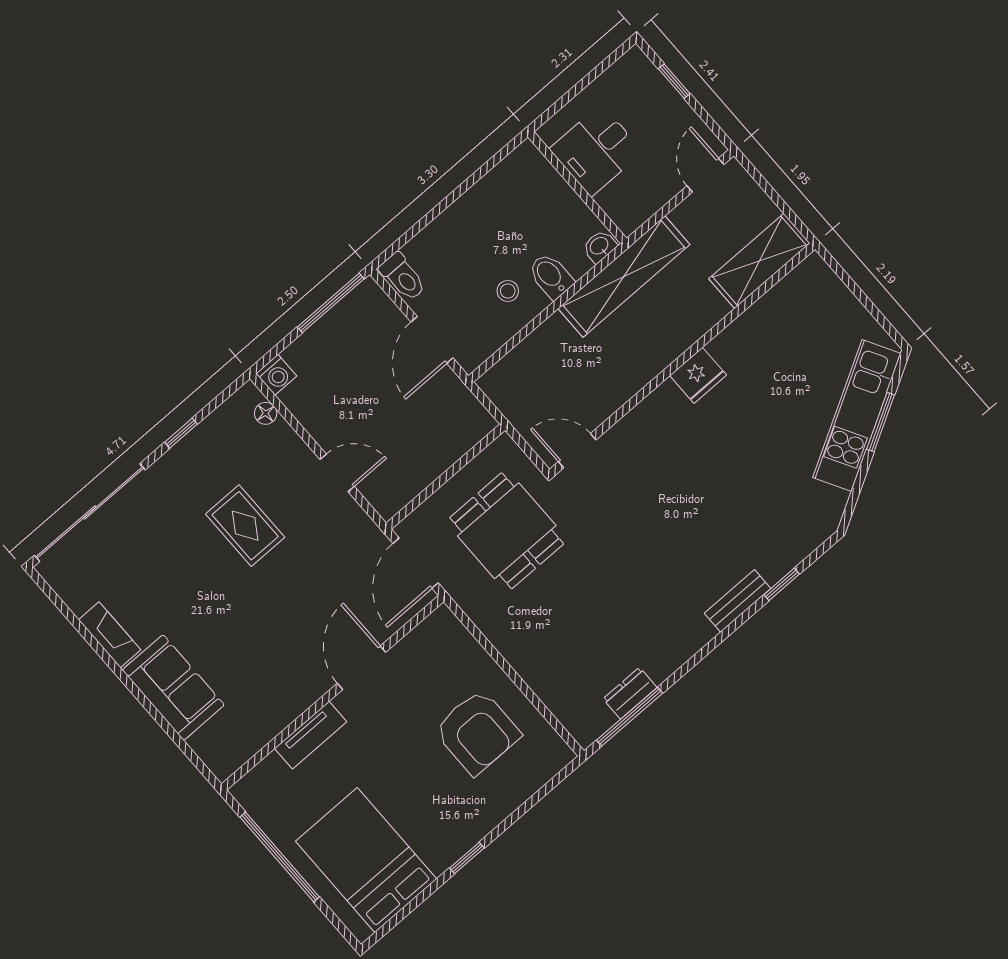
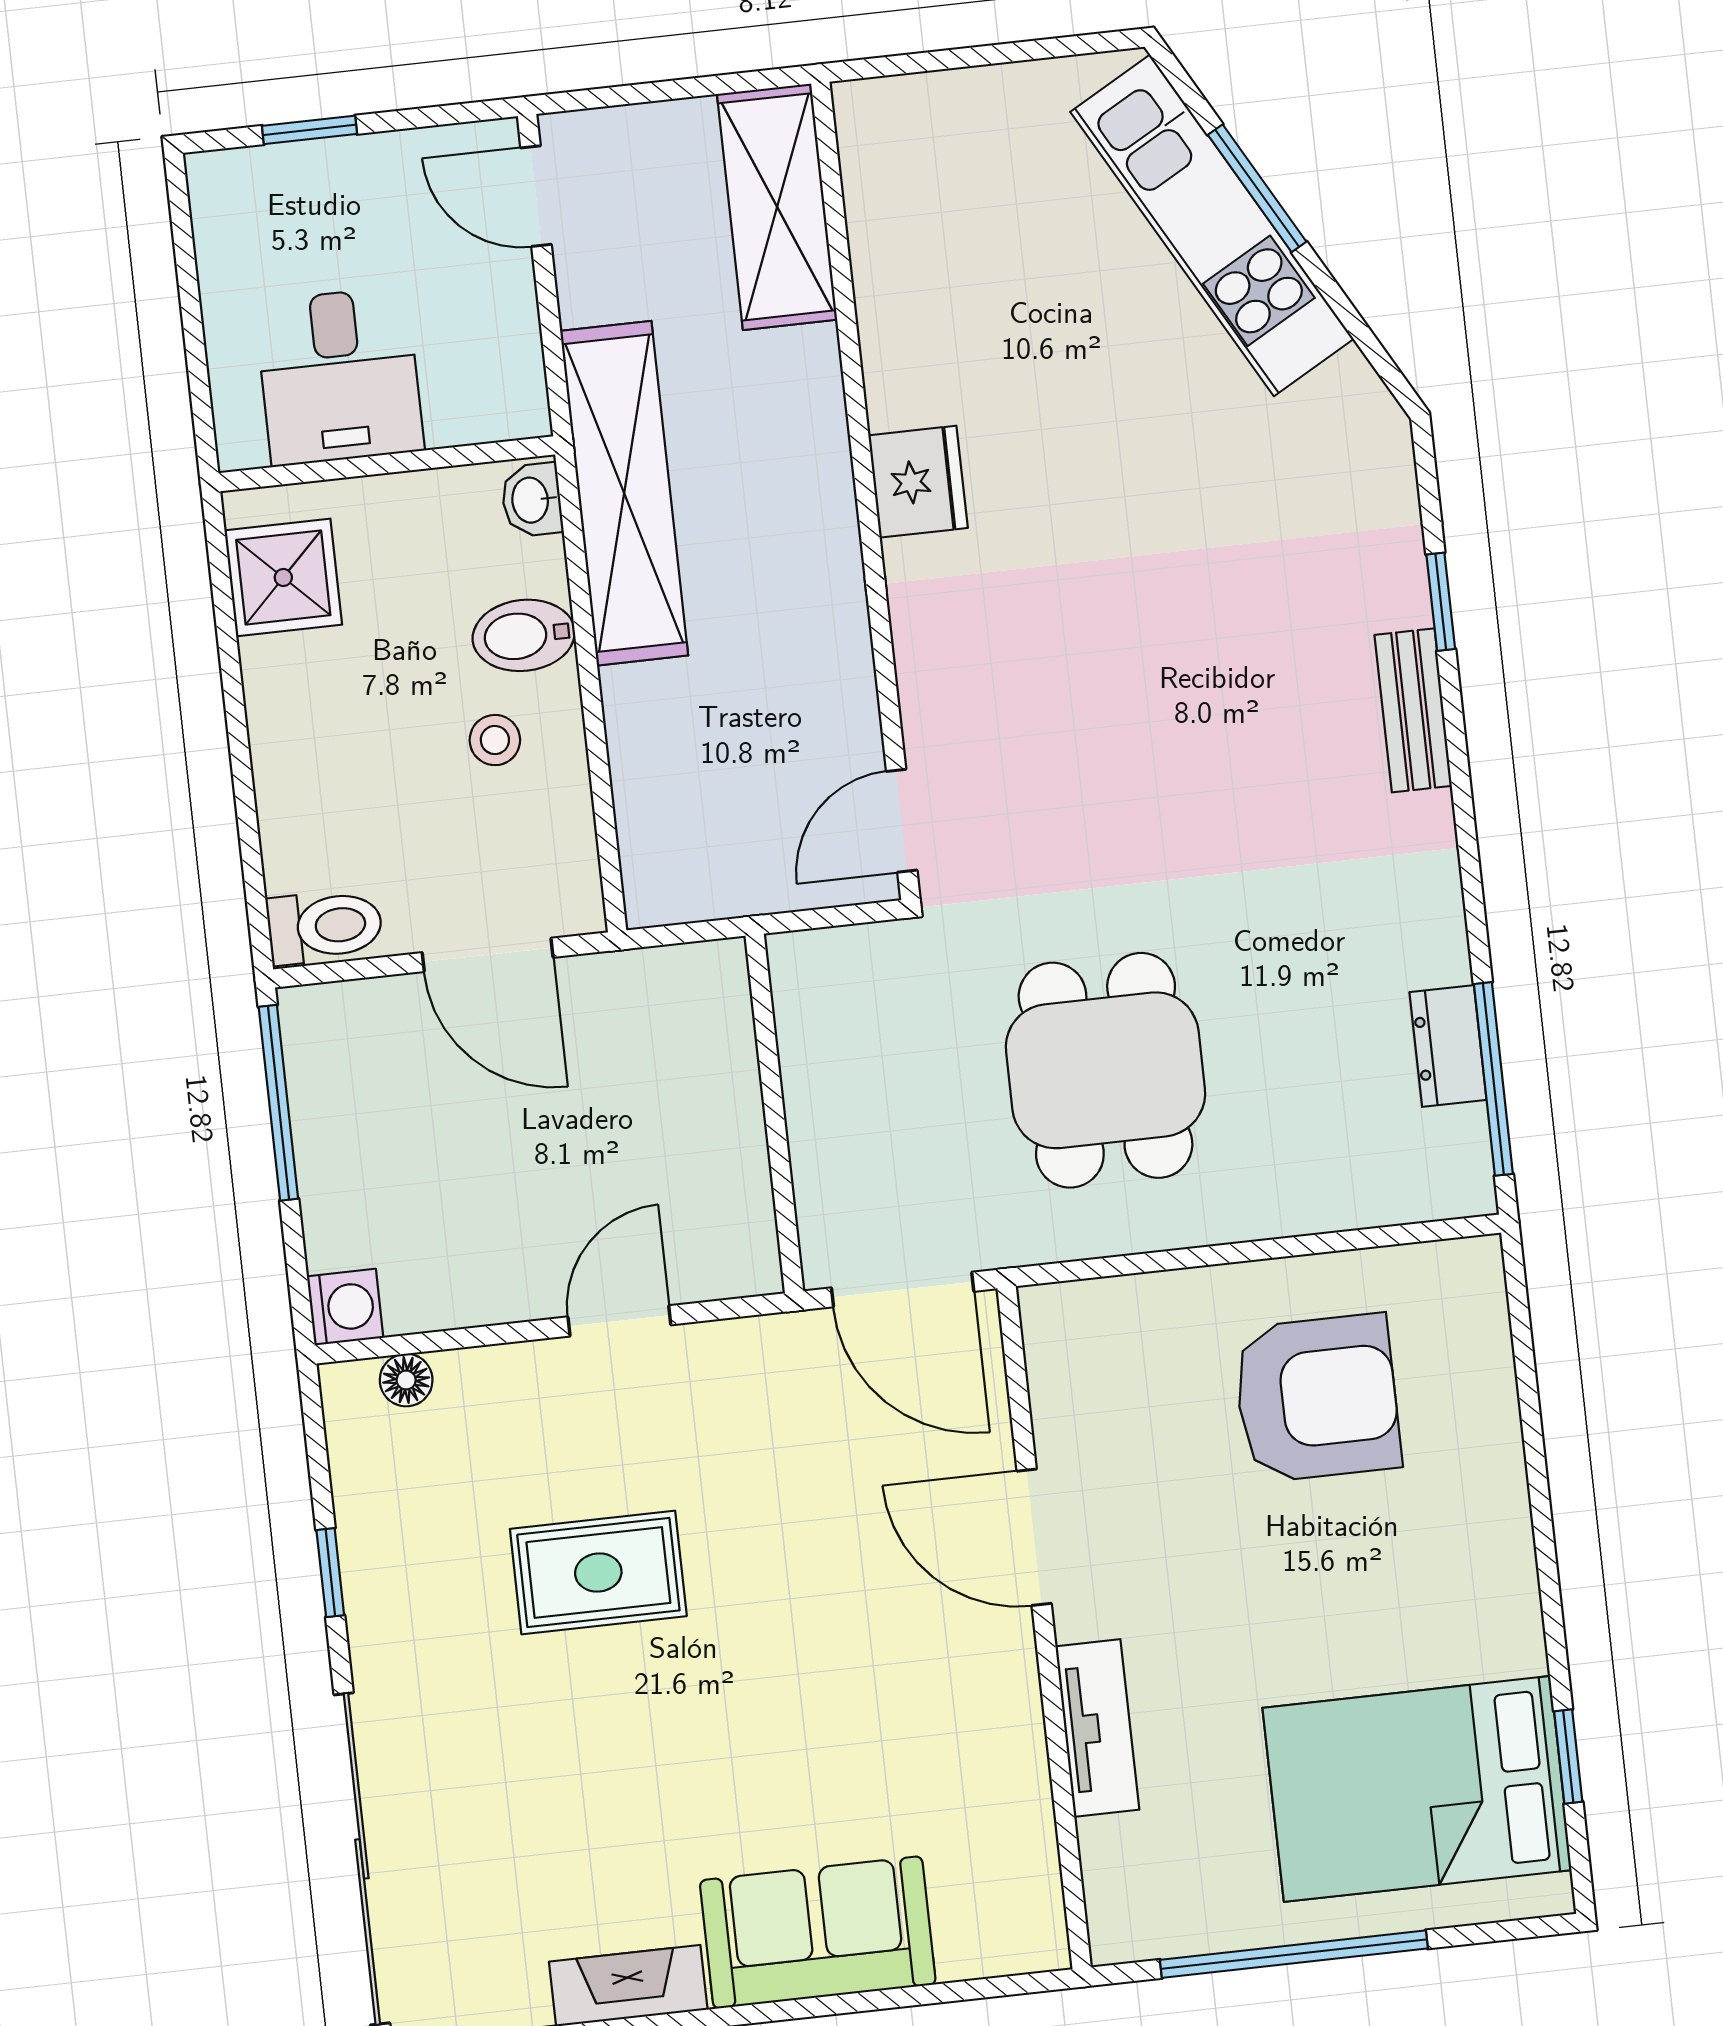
shower: (513, 179) -> (283, 578), added
dining table: (507, 531) -> (1105, 1070), moved, turned 90
window: (467, 858) -> (1568, 1757), moved

